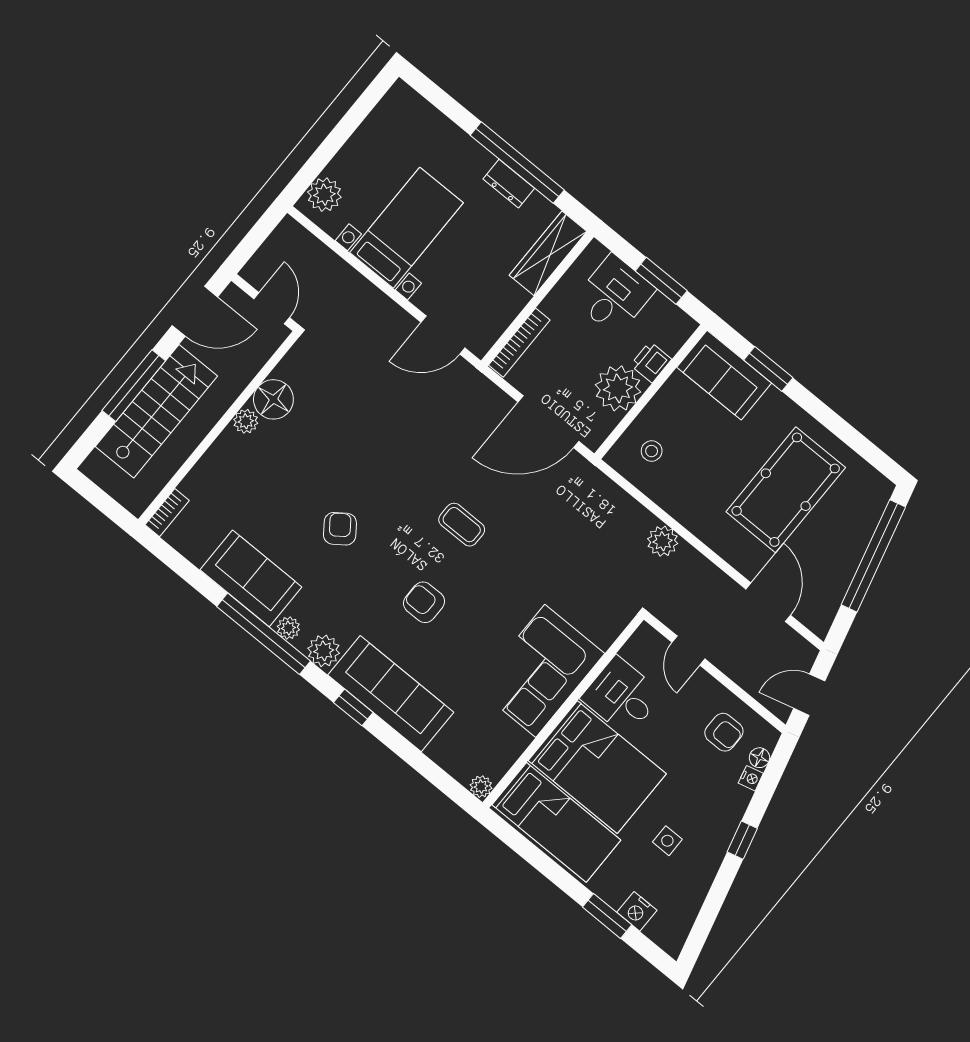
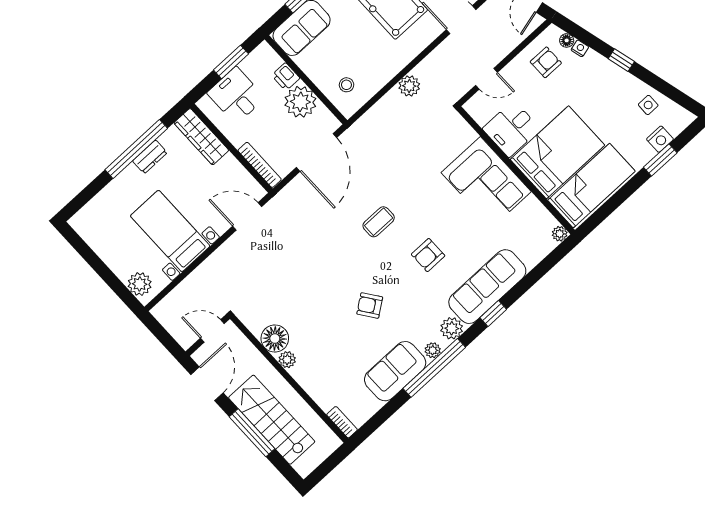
door: (443, 335) -> (247, 216), swing flipped
side table: (667, 841) -> (648, 105), moved

